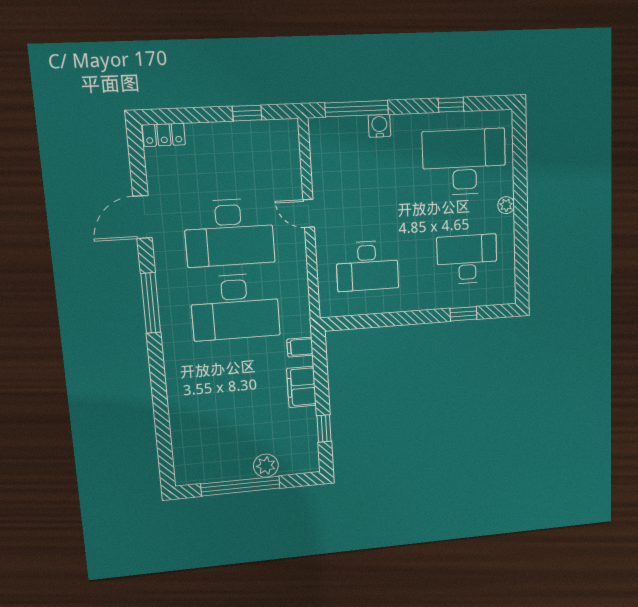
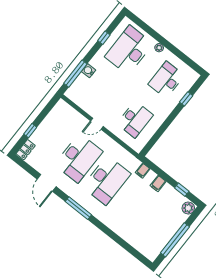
window: (247, 113) -> (30, 131), moved
filing cabinet: (301, 387) -> (158, 183), width x0.50
plant: (266, 466) -> (188, 208), moved

